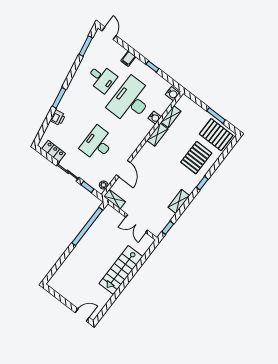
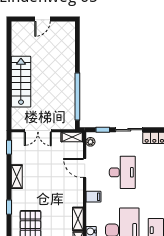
filing cabinet: (133, 142) -> (93, 197), added
double door: (137, 224) -> (38, 131), swing flipped
door: (82, 315) -> (42, 19), moved

